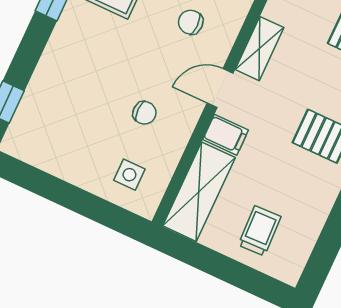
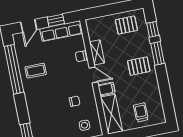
chair: (191, 22) -> (81, 56), moved
door: (220, 88) -> (93, 75), swing flipped

